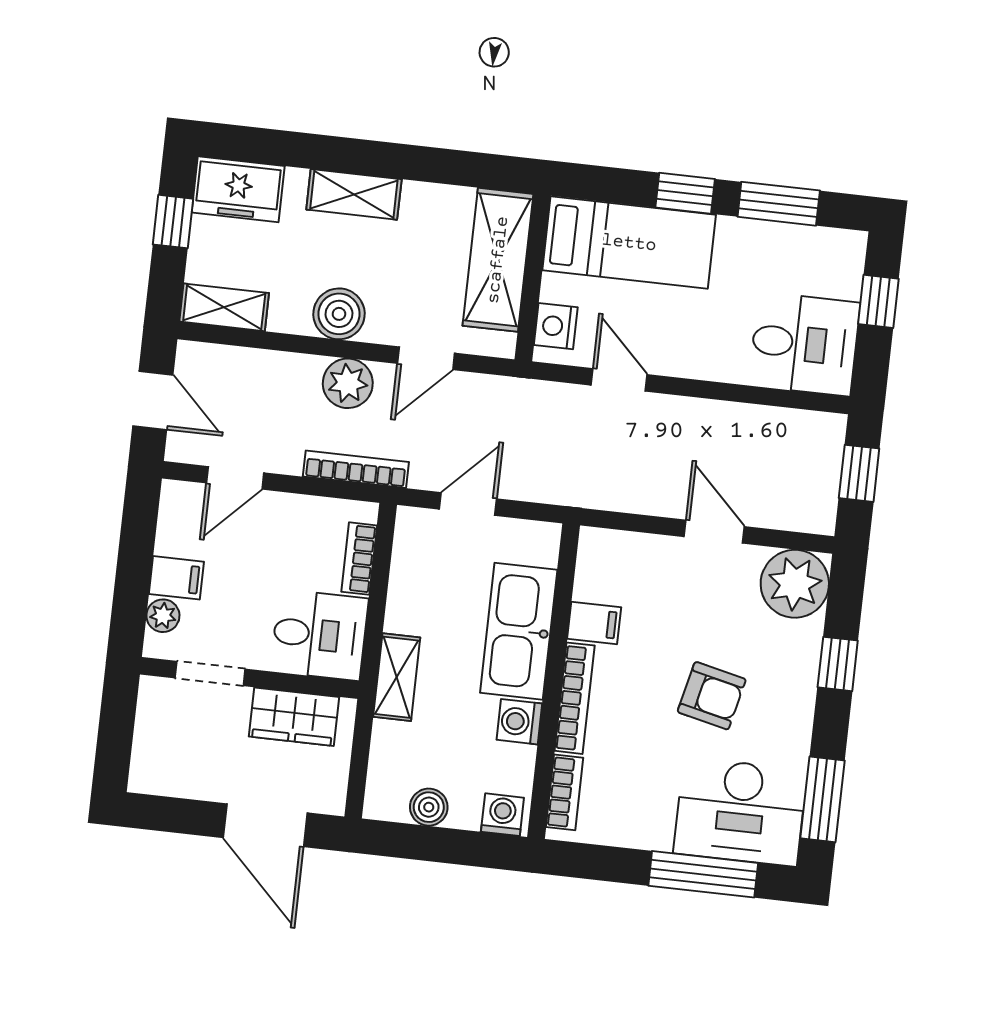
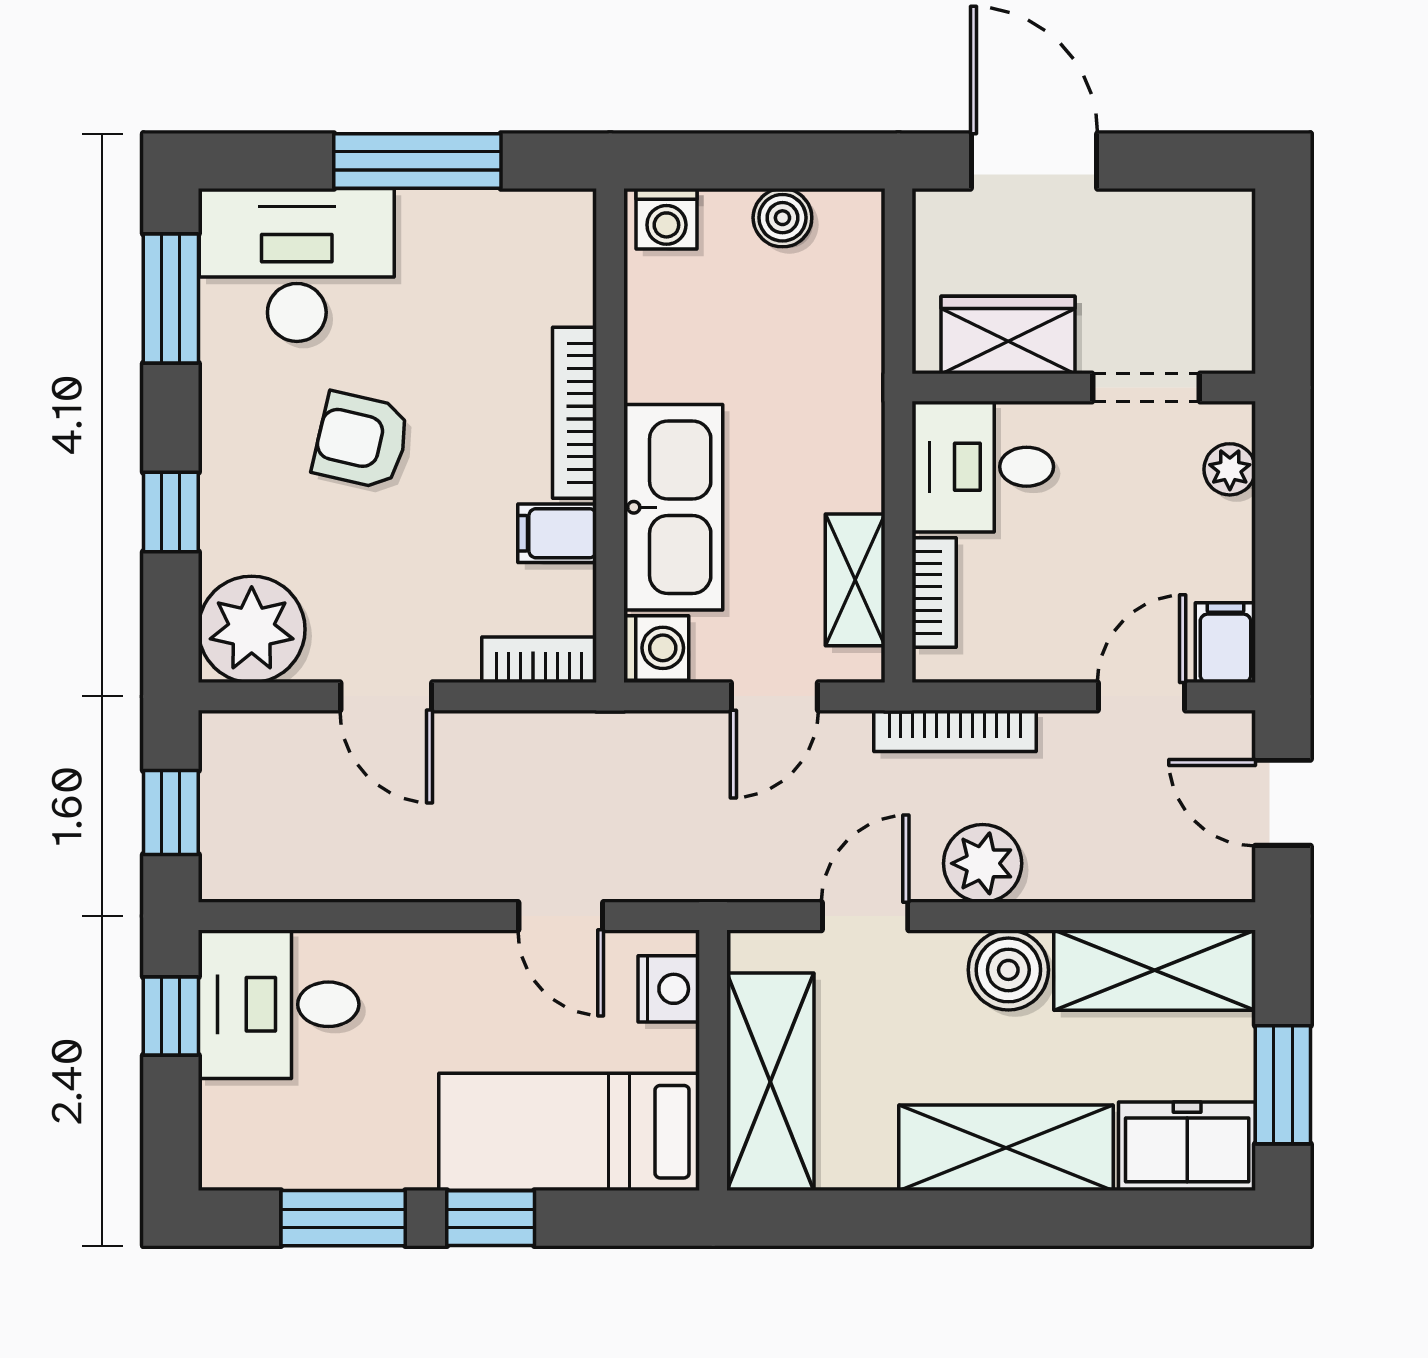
shelving: (354, 194) -> (1006, 1148), width x1.50, depth x1.33
window: (173, 222) -> (1283, 1085), width x1.50
window: (878, 301) -> (171, 1016), moved
shelving: (224, 307) -> (1155, 970), width x1.50, depth x1.33
filing cabinet: (176, 578) -> (1225, 643), moved, turned 90
shelving: (397, 677) -> (855, 580), moved
washing machine: (519, 722) -> (656, 648), moved
bookcase: (565, 792) -> (539, 660), moved, turned 90
window: (703, 874) -> (417, 161), moved

